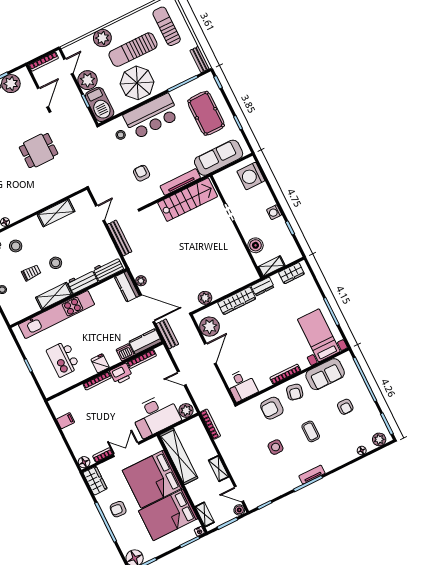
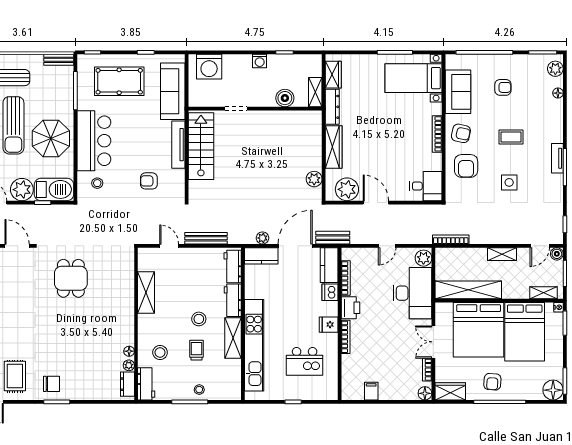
dresser: (263, 287) -> (332, 107), width x1.44

